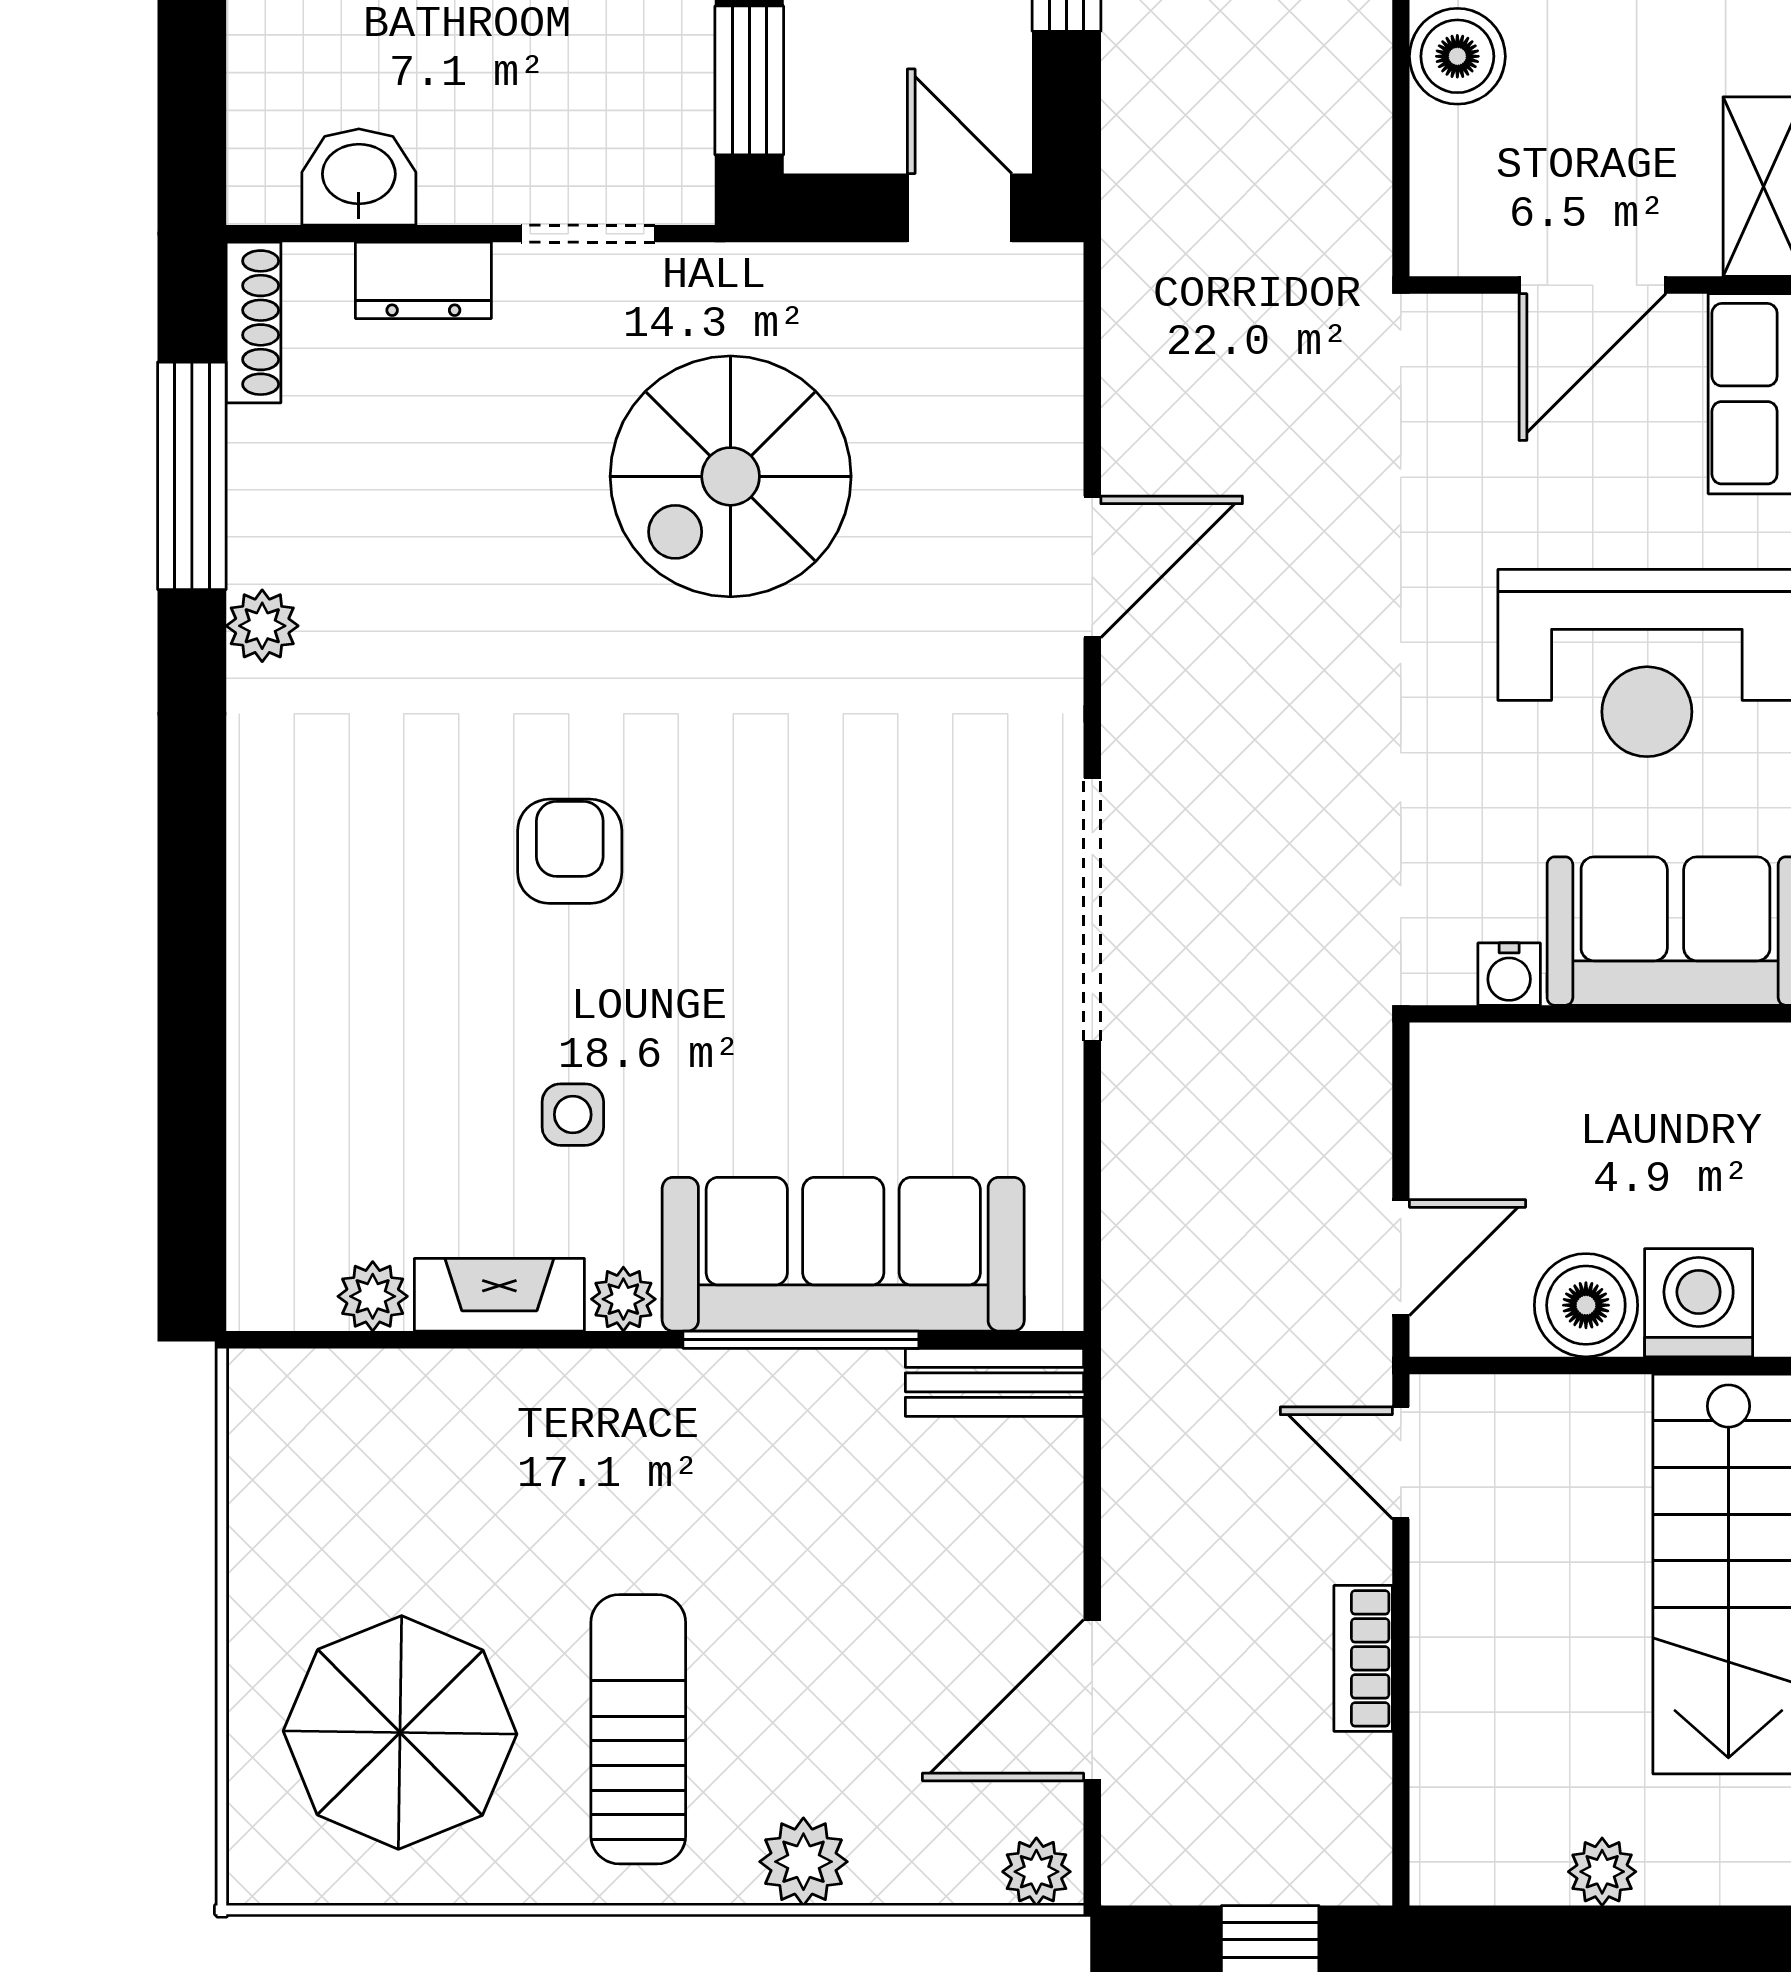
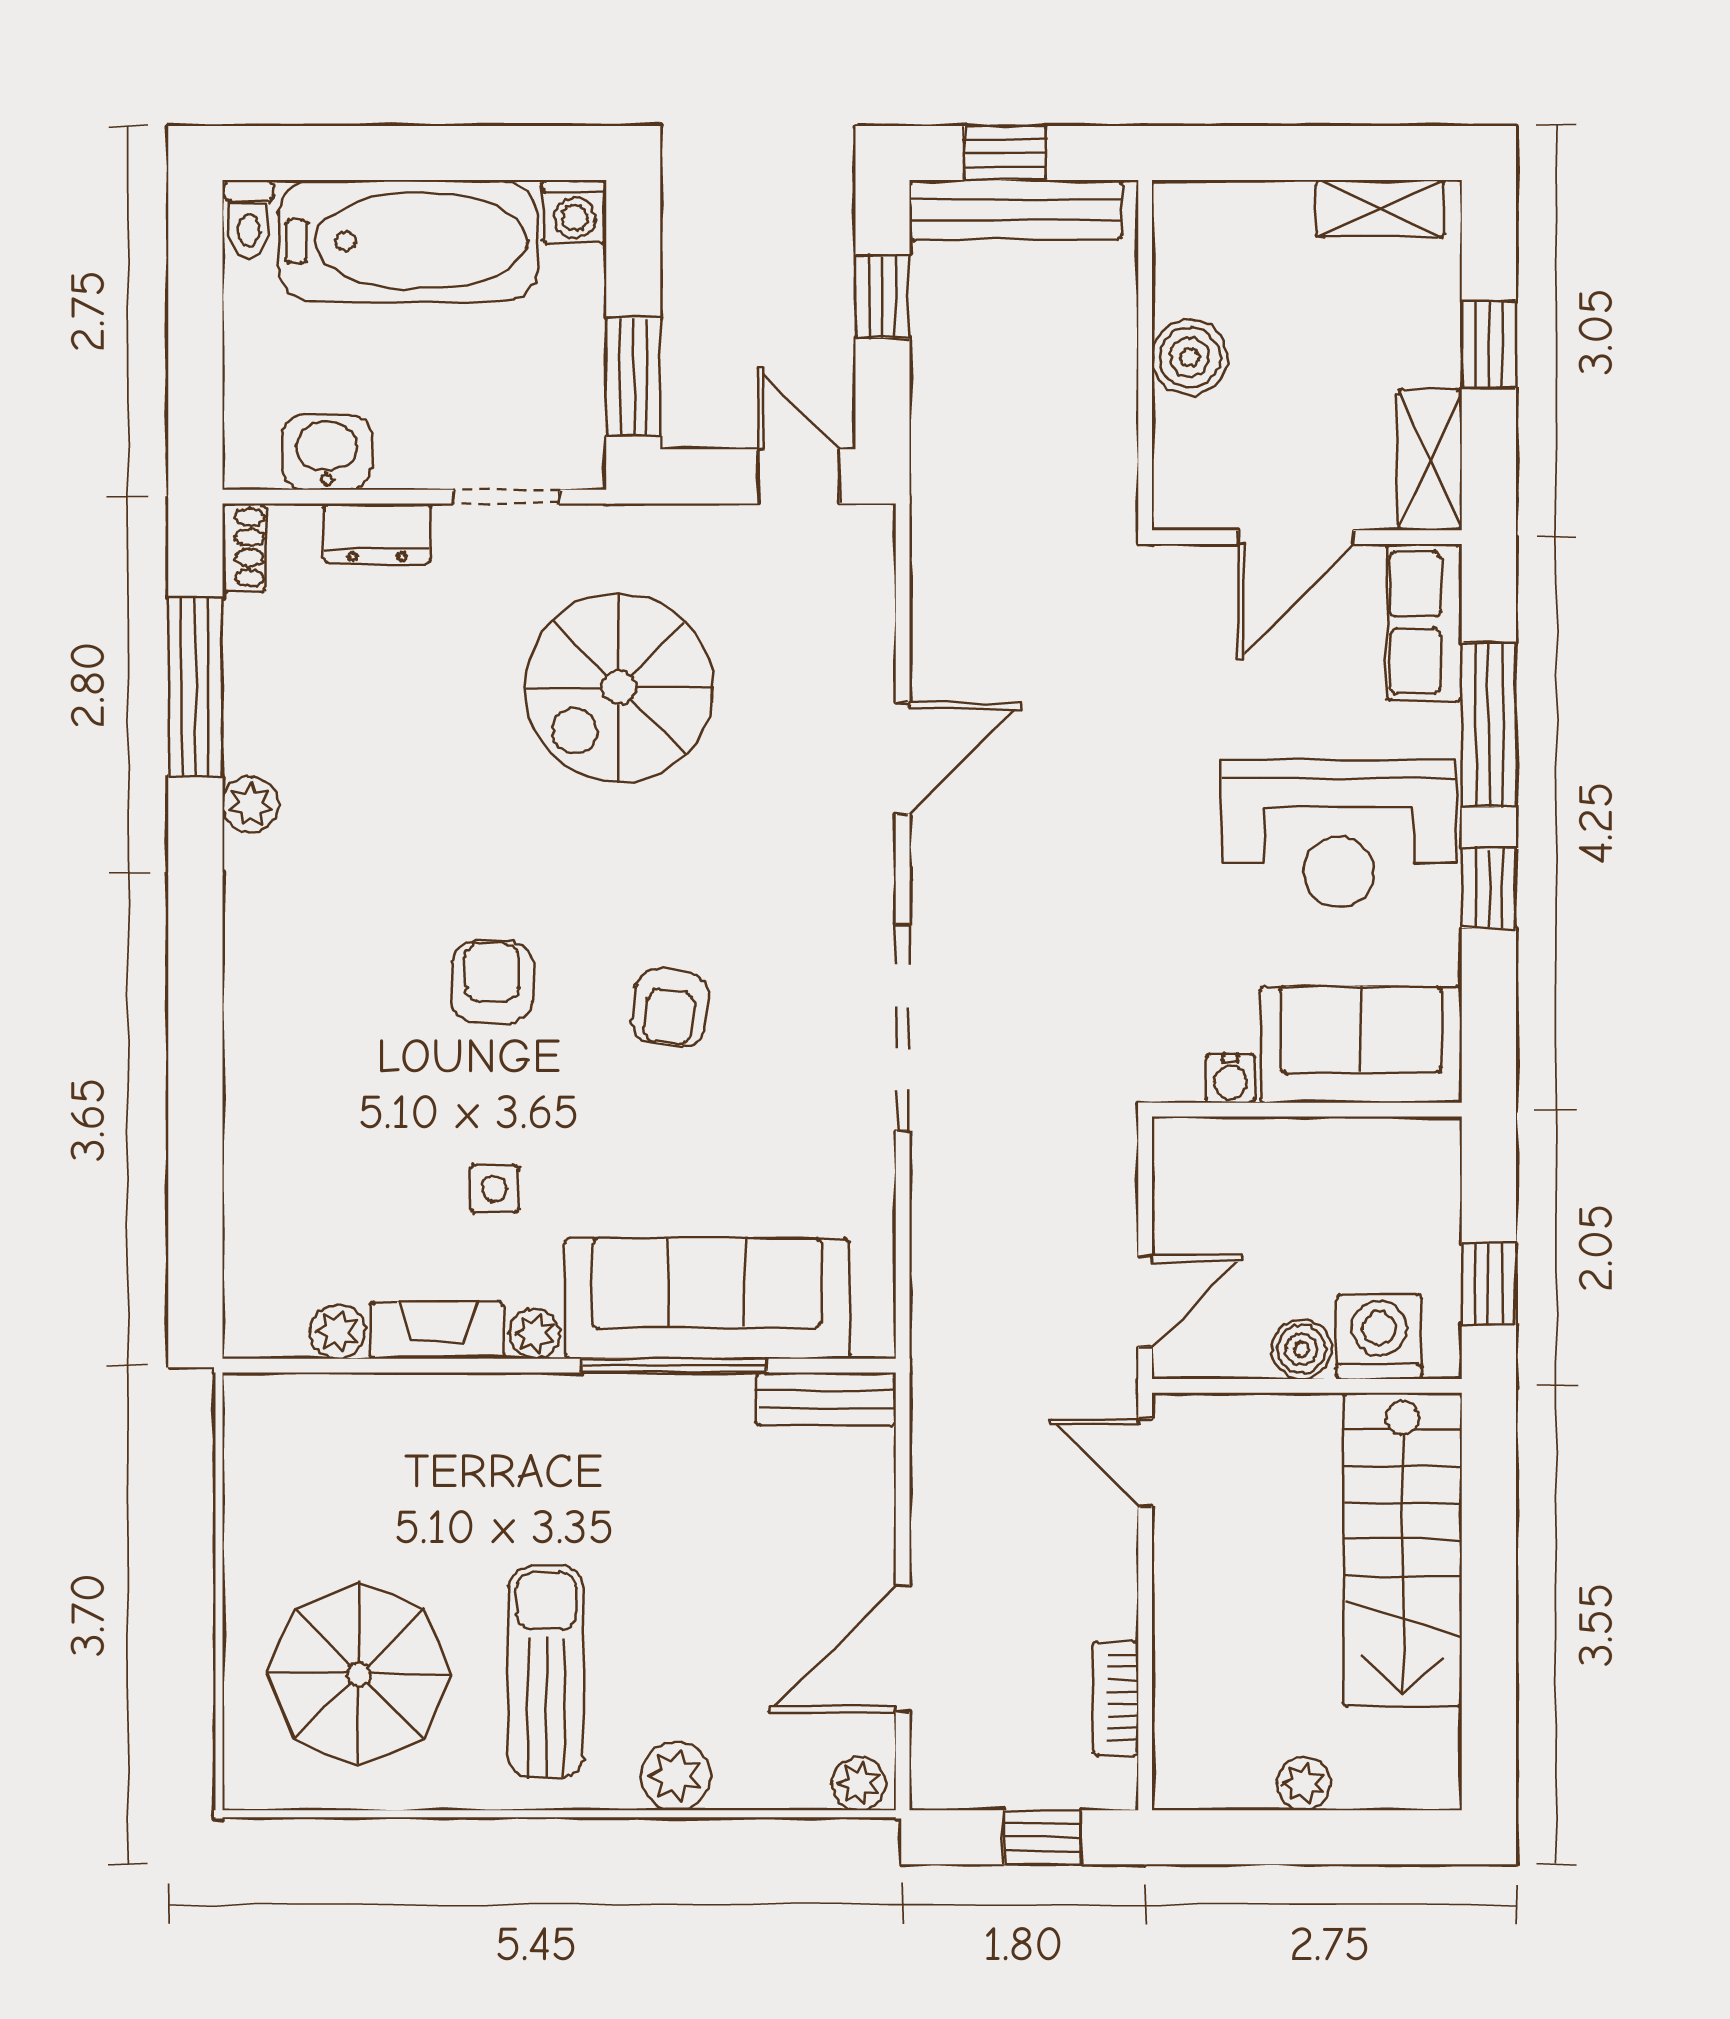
shoe rack: (254, 323) -> (244, 548), width x0.70
armchair: (797, 884) -> (670, 1008), added
boiler: (1586, 1305) -> (1302, 1349), width x0.73, depth x0.73
bookcase: (1363, 1658) -> (1116, 1698), moved

